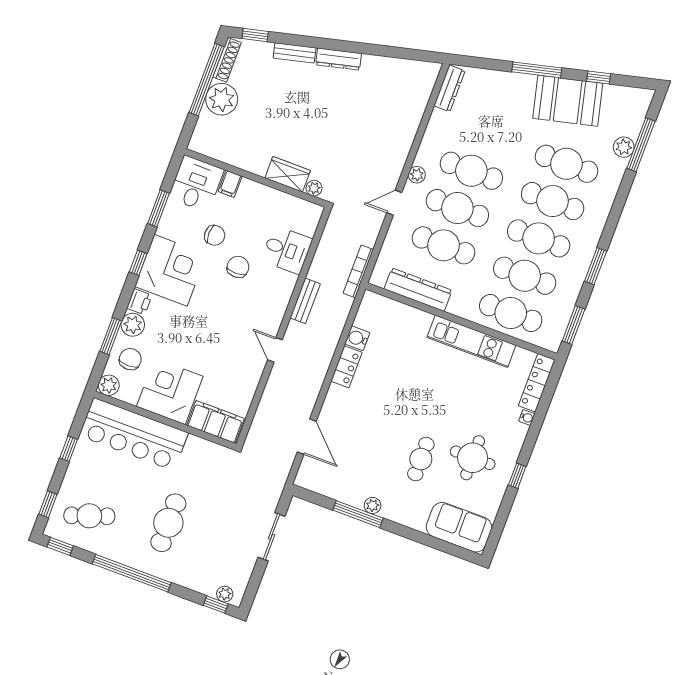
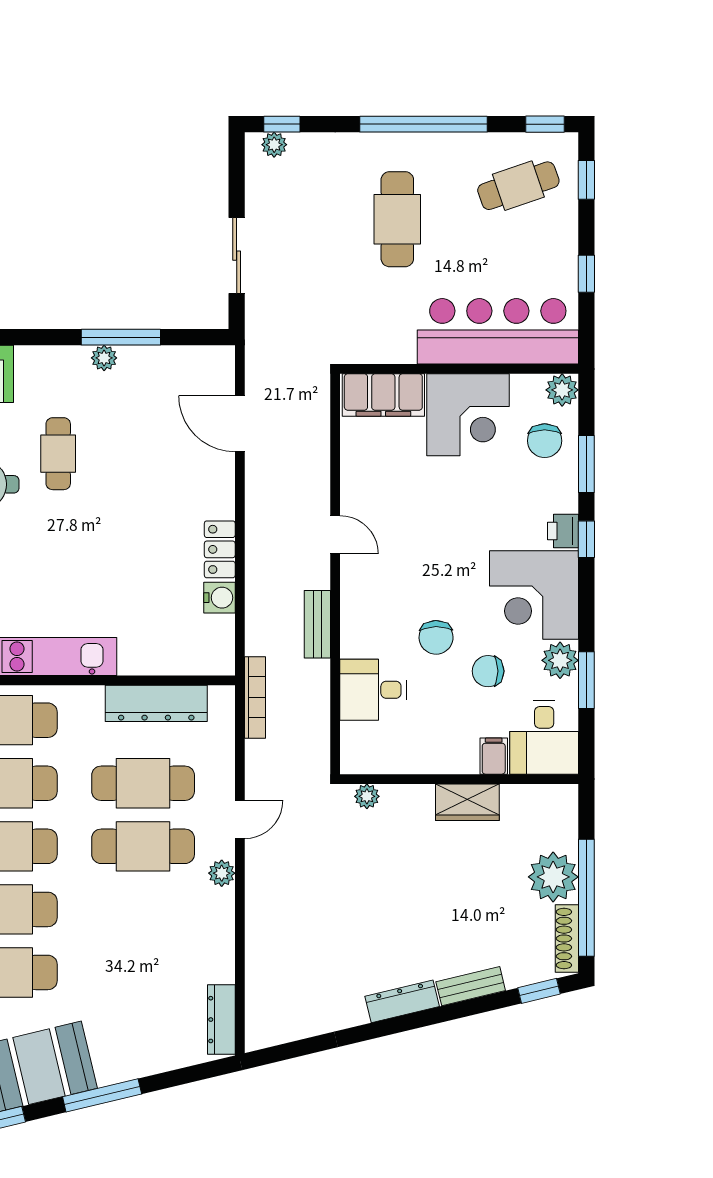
cafe table: (471, 171) -> (143, 909), removed
wardrobe: (288, 174) -> (467, 802), moved
window: (138, 263) -> (586, 539), moved
plant: (133, 325) -> (560, 660), moved

